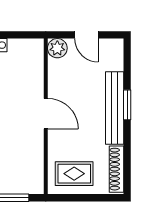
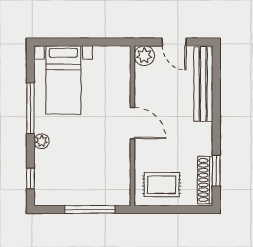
window: (127, 105) -> (216, 171), moved
bench: (115, 108) -> (203, 84), moved

